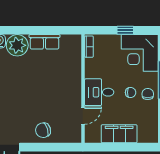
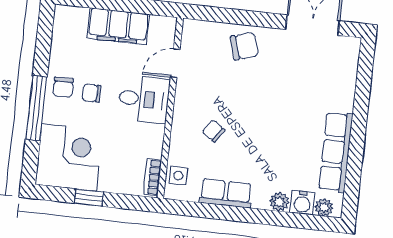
plant: (17, 45) -> (279, 202), width x0.53, depth x0.53
side table: (74, 49) -> (178, 176), added
chair: (56, 78) -> (214, 131), added

